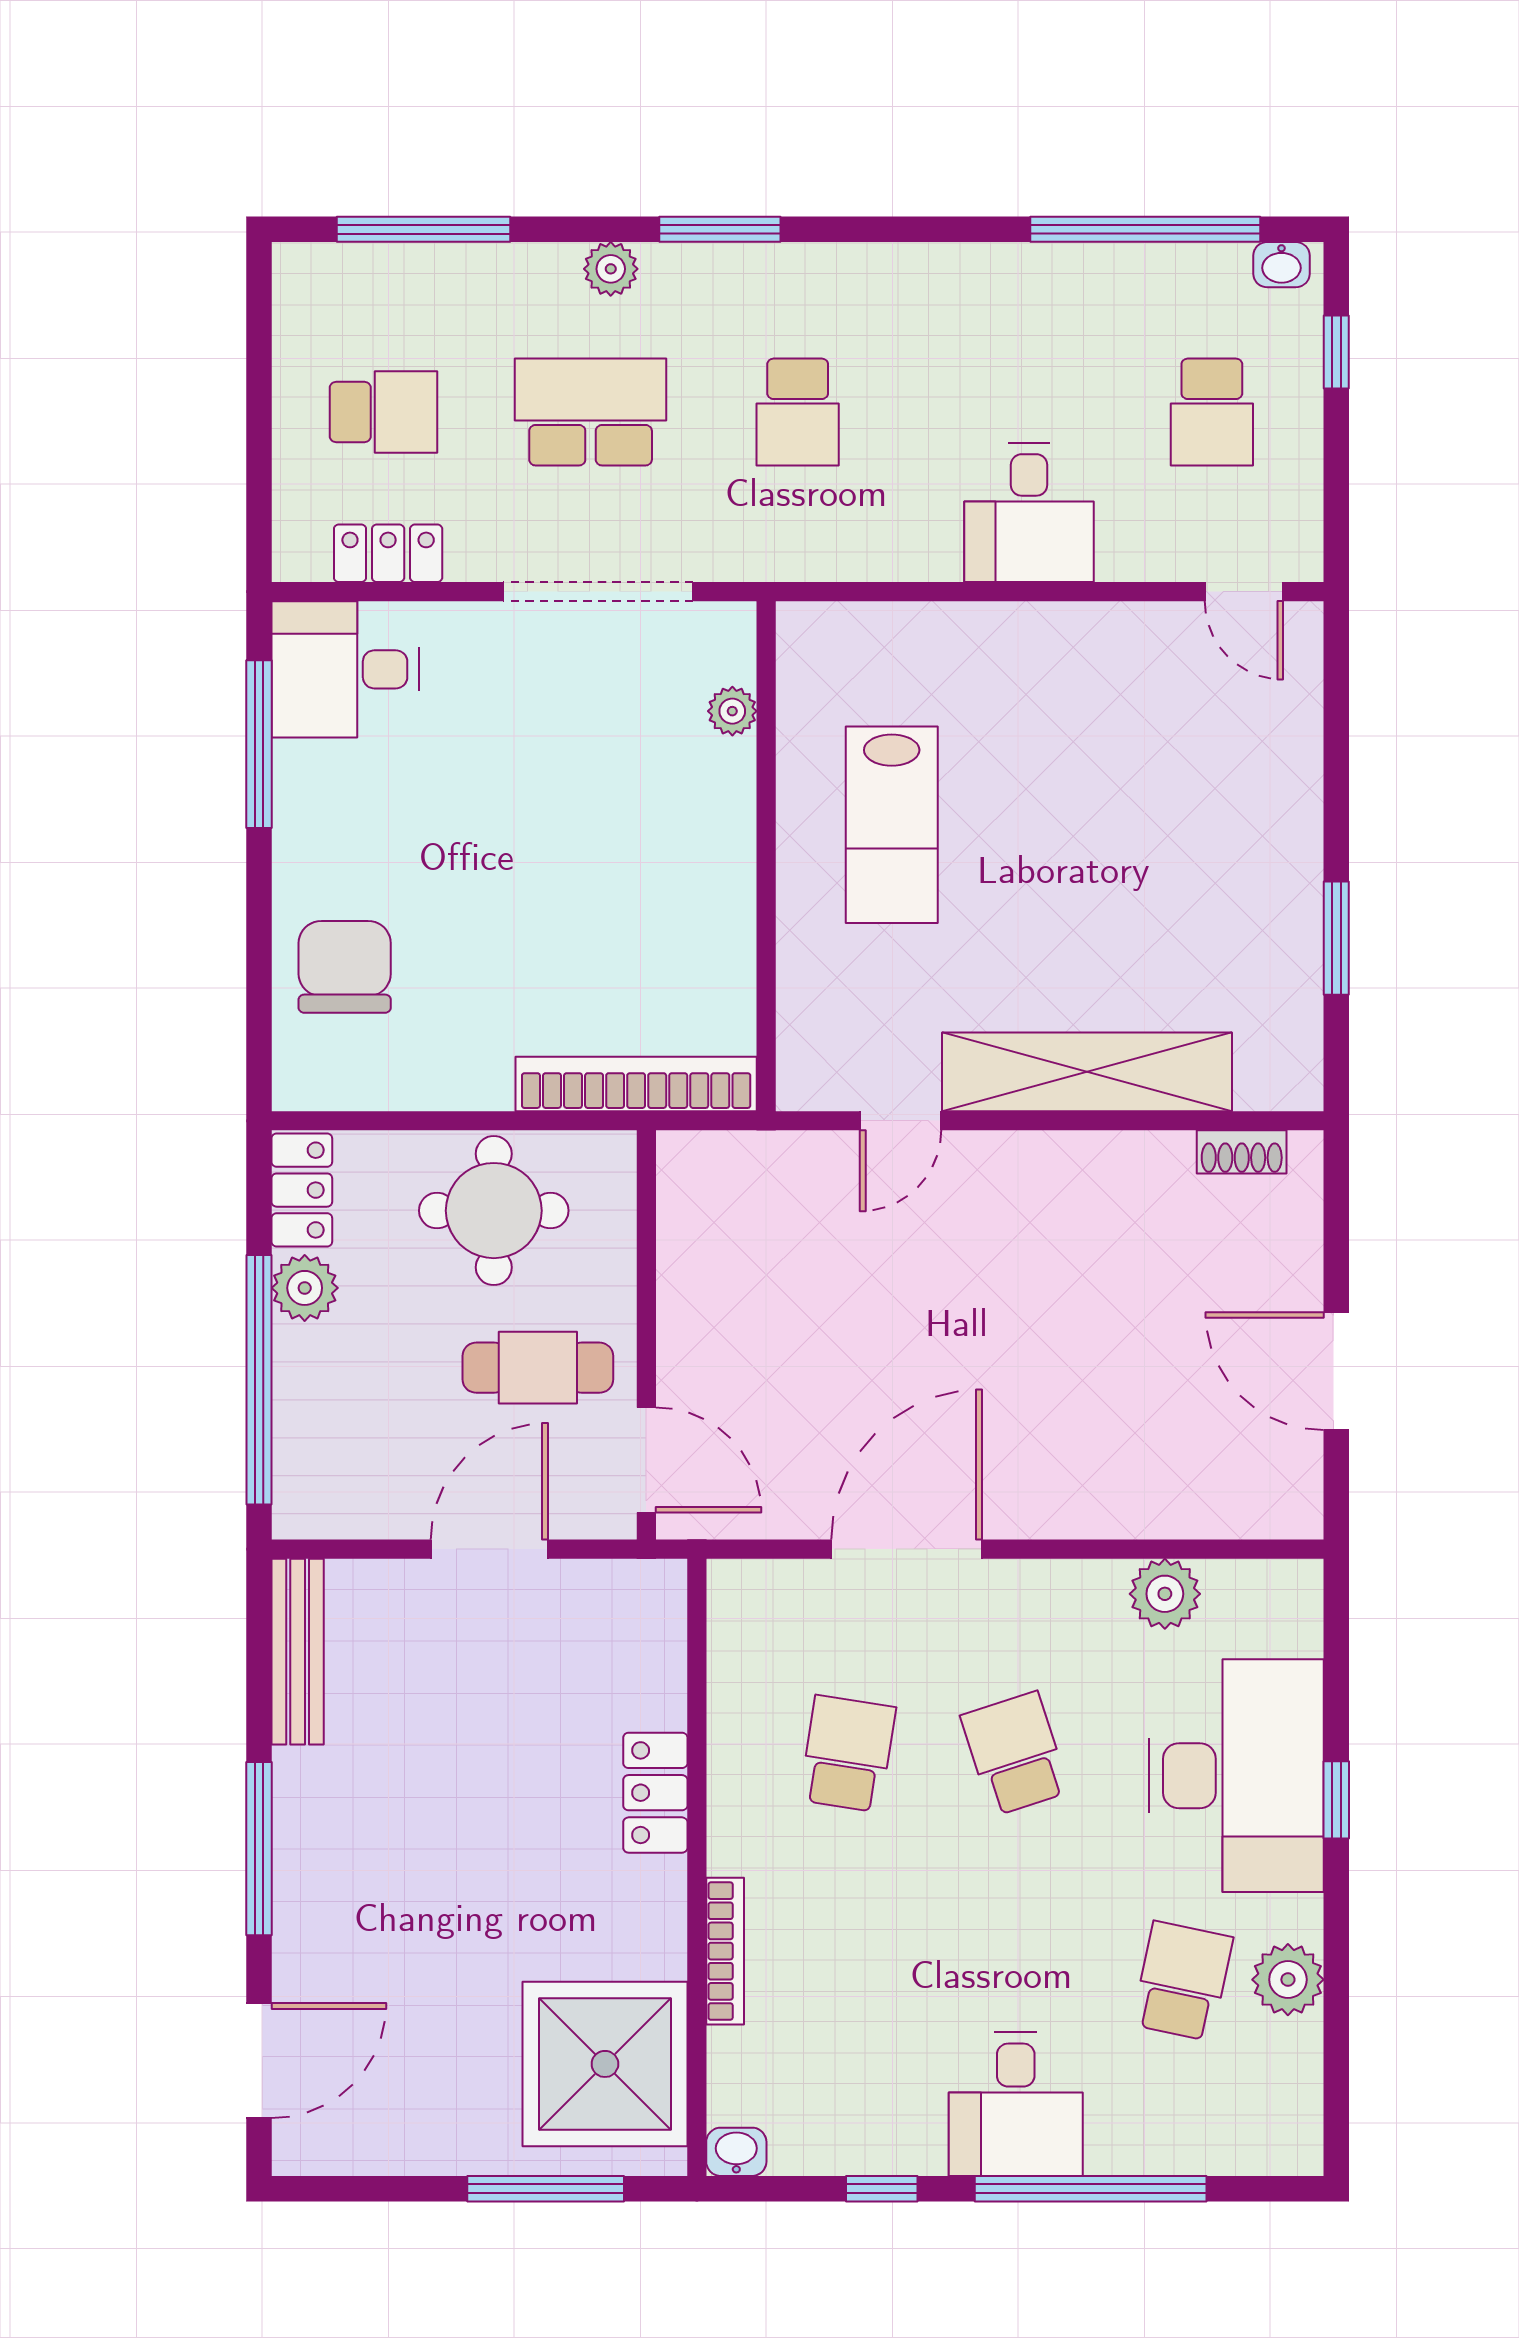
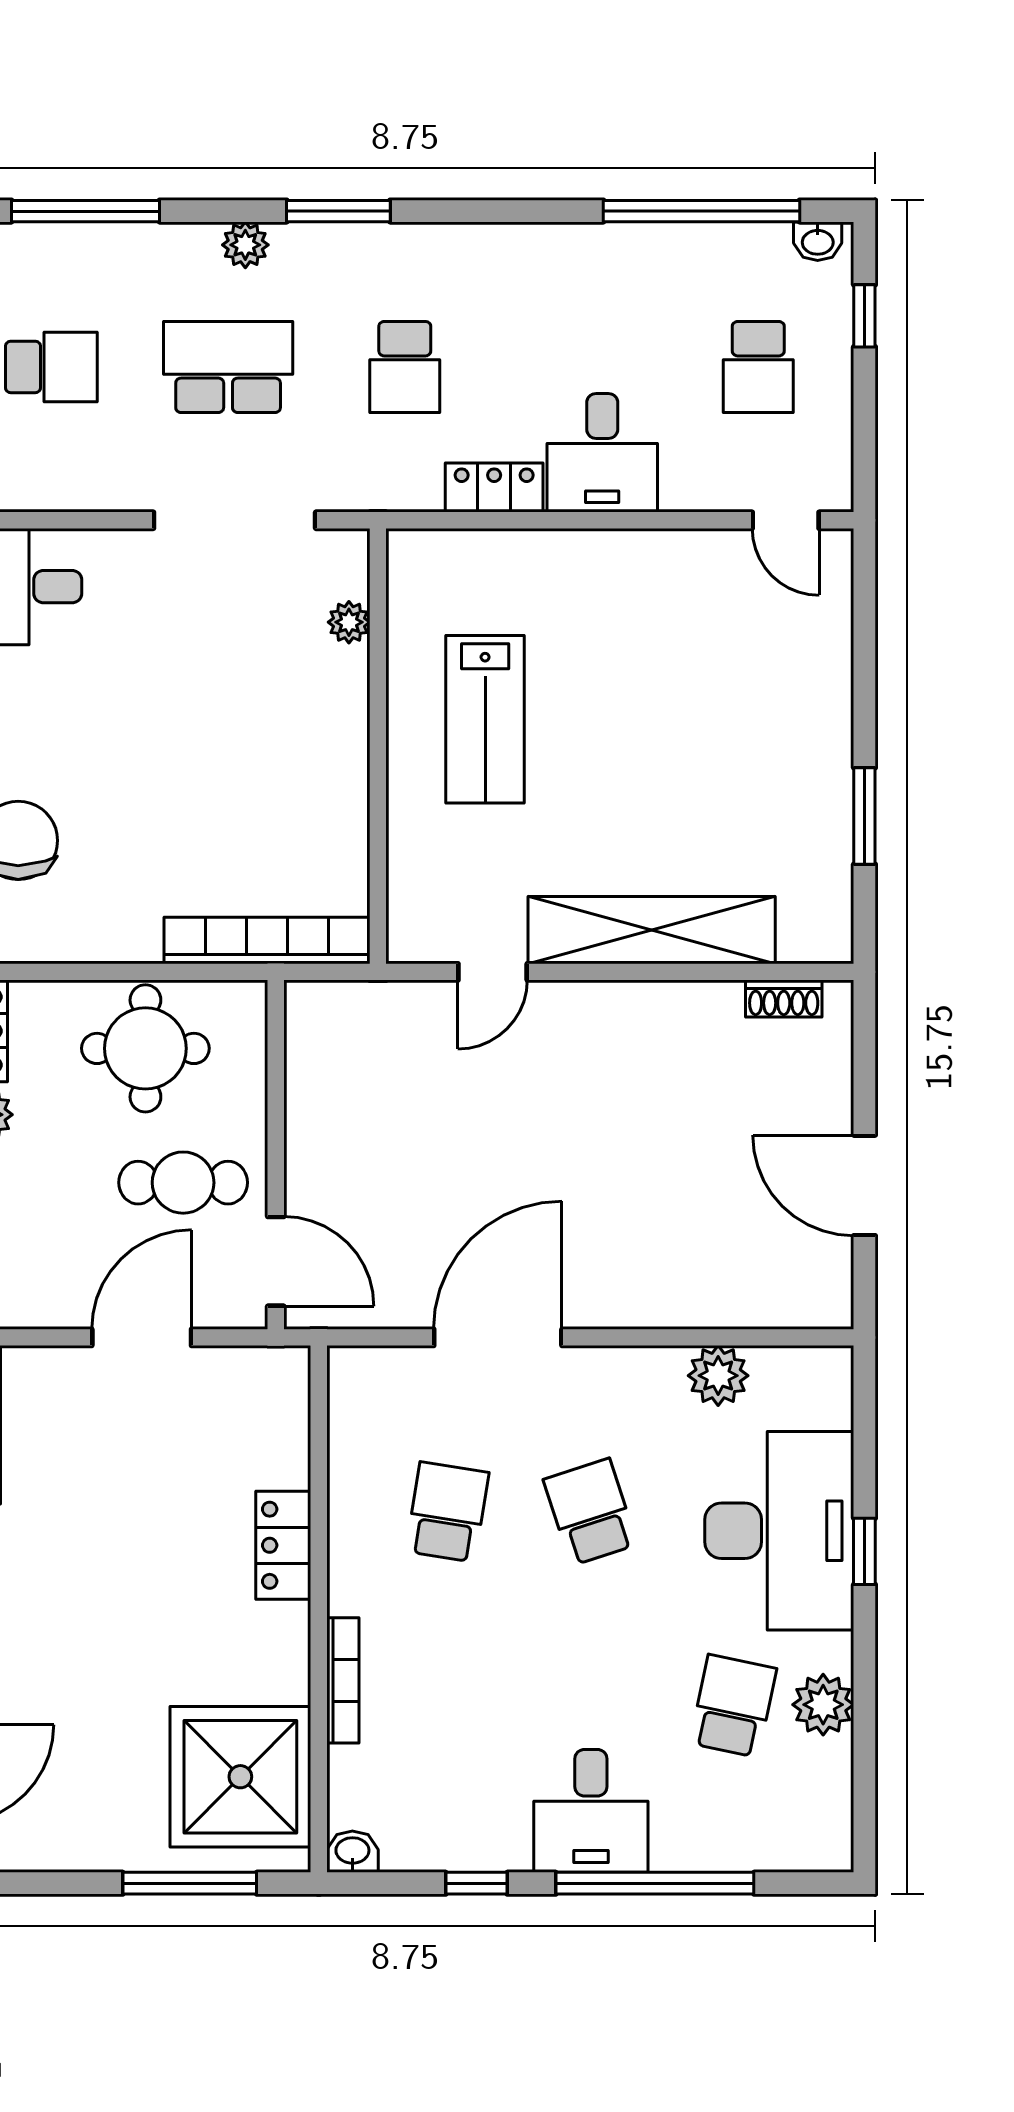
locker: (388, 553) -> (494, 488), moved

